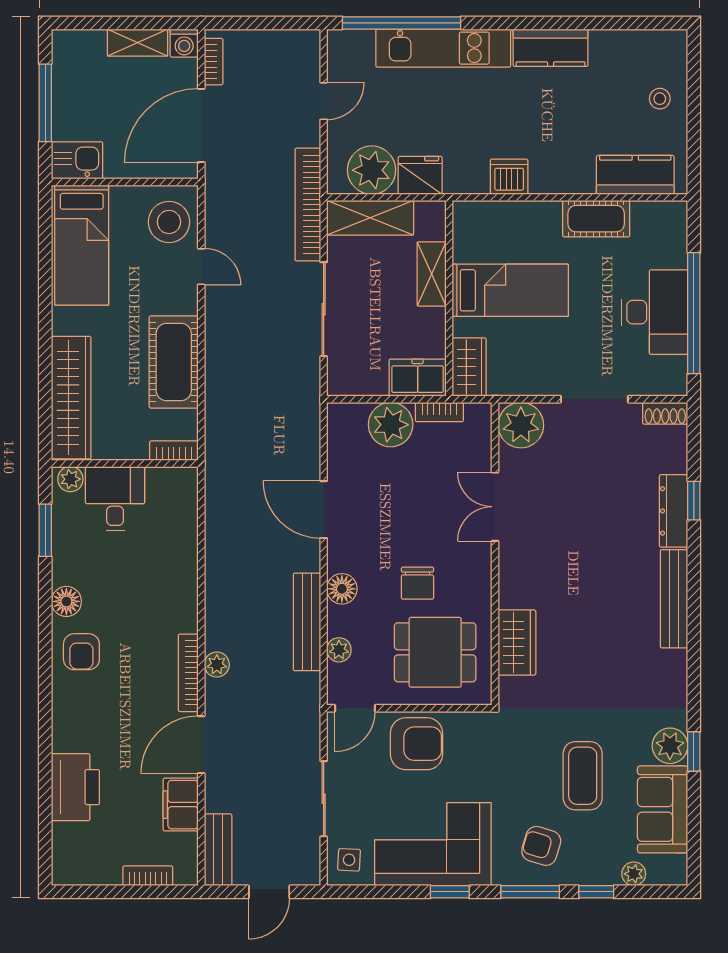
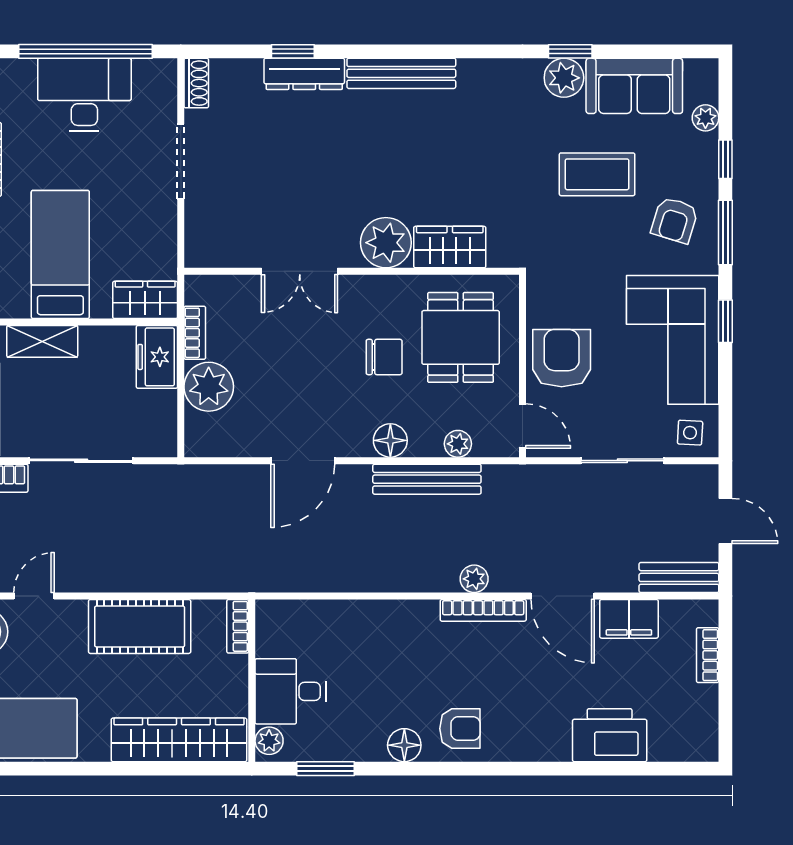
plant: (521, 425) -> (386, 243), moved

